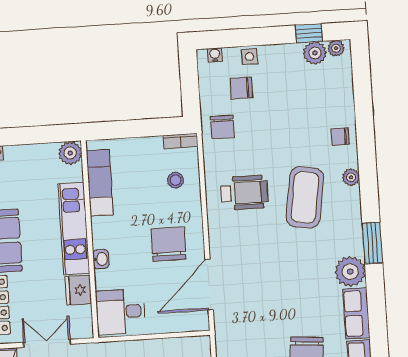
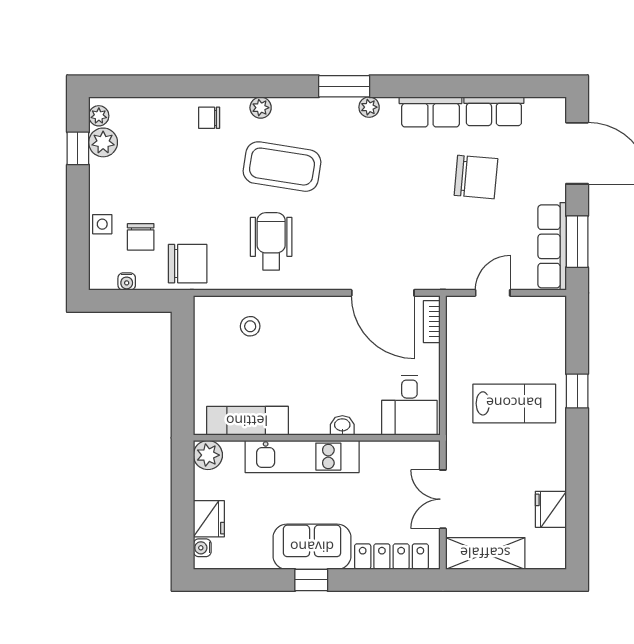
water cooler: (215, 55) -> (127, 282), moved, turned -90
chair: (222, 127) -> (188, 264), width x1.37, depth x1.37
chair: (340, 137) -> (209, 118), turned 90
bookcase: (181, 141) -> (432, 322), moved, turned 180
chair: (168, 244) -> (329, 340), removed
plant: (350, 272) -> (369, 107), width x0.53, depth x0.53
fridge: (78, 290) -> (209, 519), moved, turned -90

